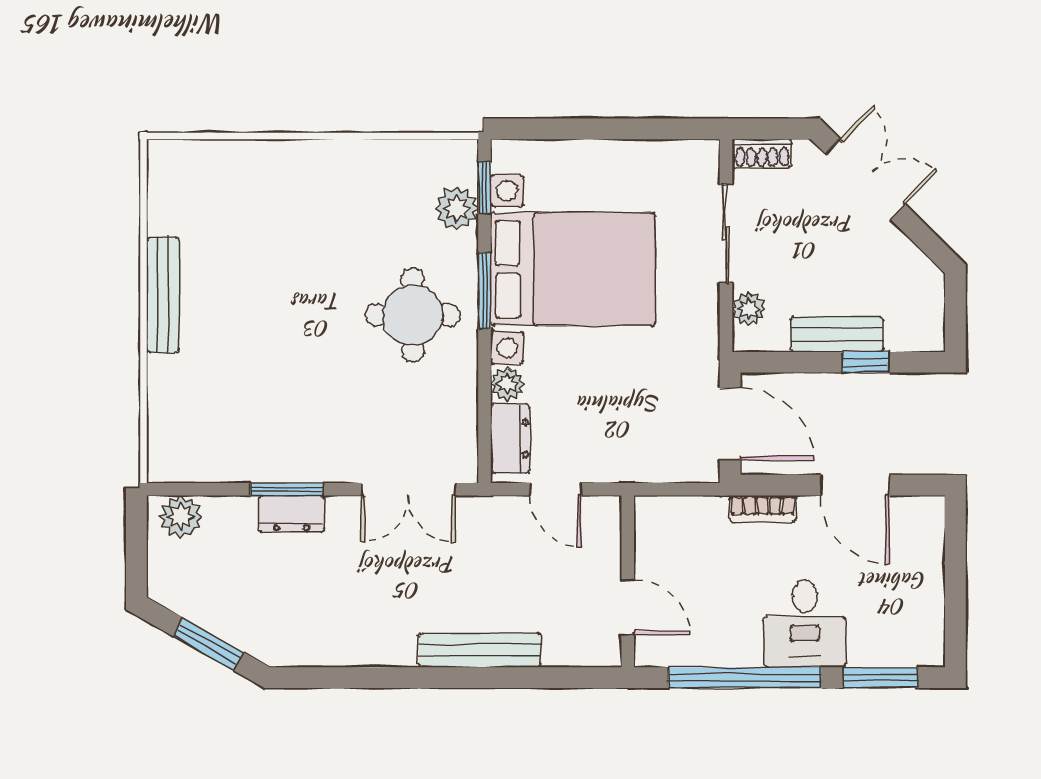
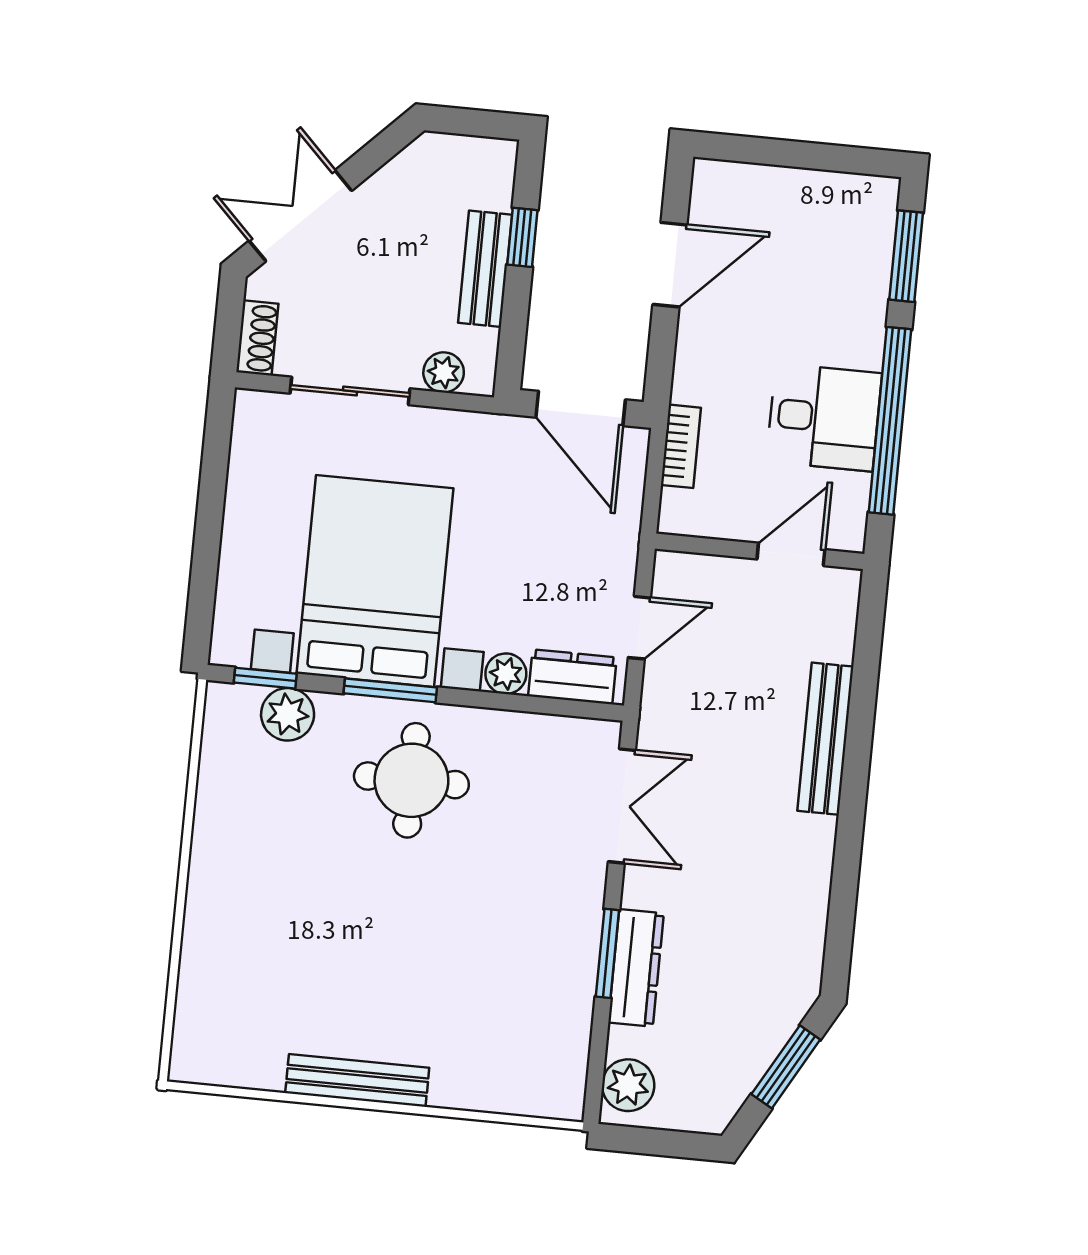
door: (730, 424) -> (581, 409), swing flipped
bookcase: (763, 509) -> (681, 446), moved
dresser: (292, 514) -> (636, 968), width x1.44
desk: (805, 623) -> (824, 417), moved

